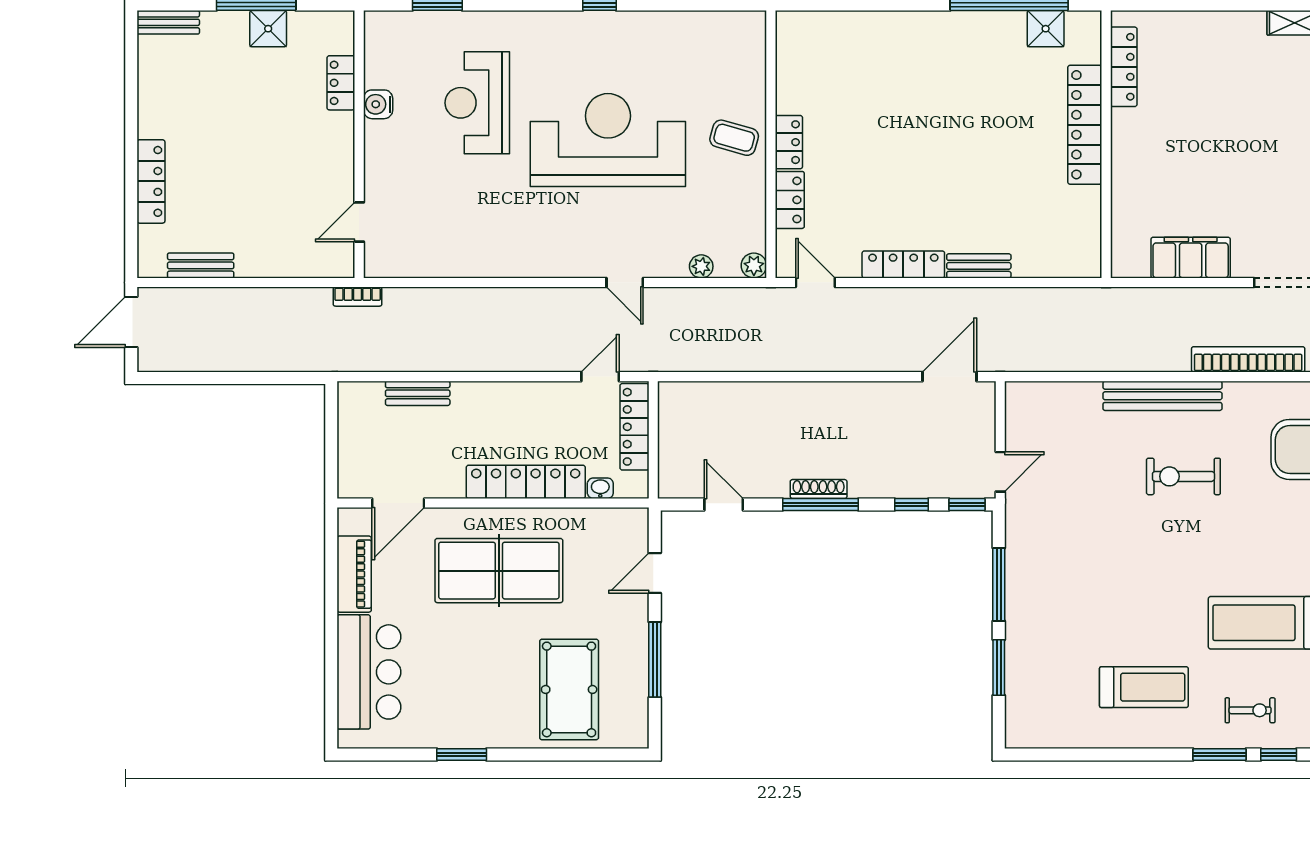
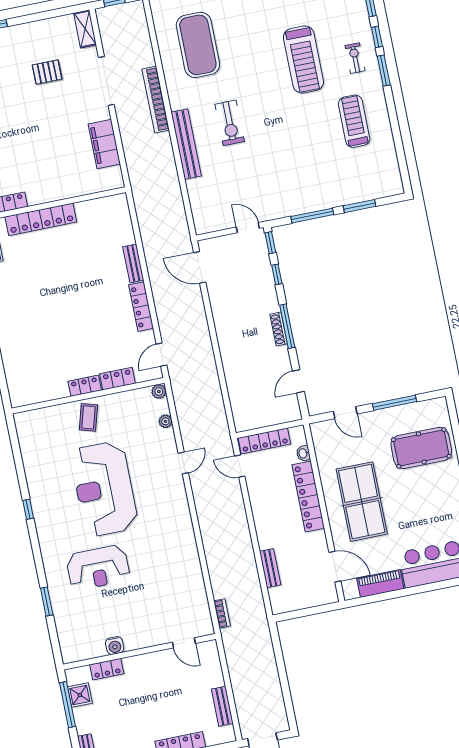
locker: (341, 83) -> (107, 669), moved
water cooler: (378, 104) -> (115, 646), moved
wall: (359, 144) -> (140, 652), moved
door: (359, 222) -> (184, 643), moved

